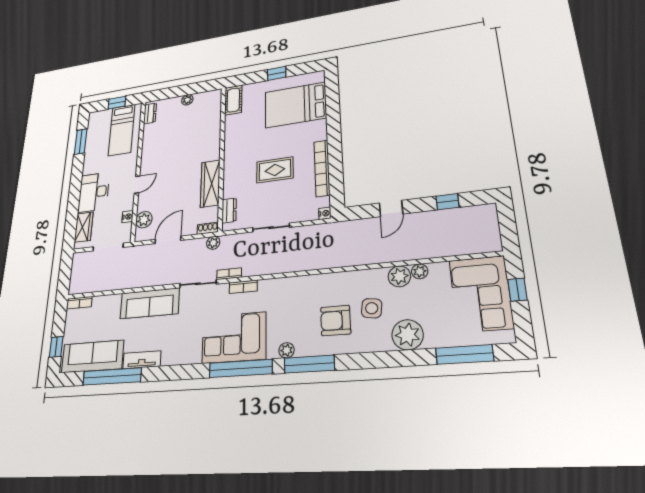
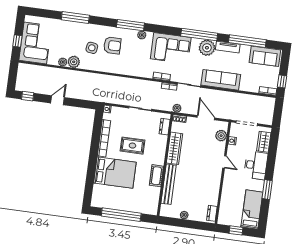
window: (277, 73) -> (121, 215), width x3.17
cot: (233, 100) -> (157, 176), moved
bed: (295, 105) -> (115, 173), moved
bed: (122, 130) -> (252, 210), moved
bench: (214, 132) -> (169, 184), added
window: (81, 142) -> (267, 190), moved
door: (137, 185) -> (224, 162), swing flipped
window: (447, 202) -> (28, 96), moved
door: (391, 209) -> (58, 100), moved
door: (168, 240) -> (206, 118), swing flipped
plant: (408, 335) -> (207, 48), moved
window: (56, 347) -> (282, 81), moved
window: (464, 354) -> (75, 18), moved
sofa: (92, 356) -> (265, 56), width x0.73
window: (241, 368) -> (199, 35), moved

